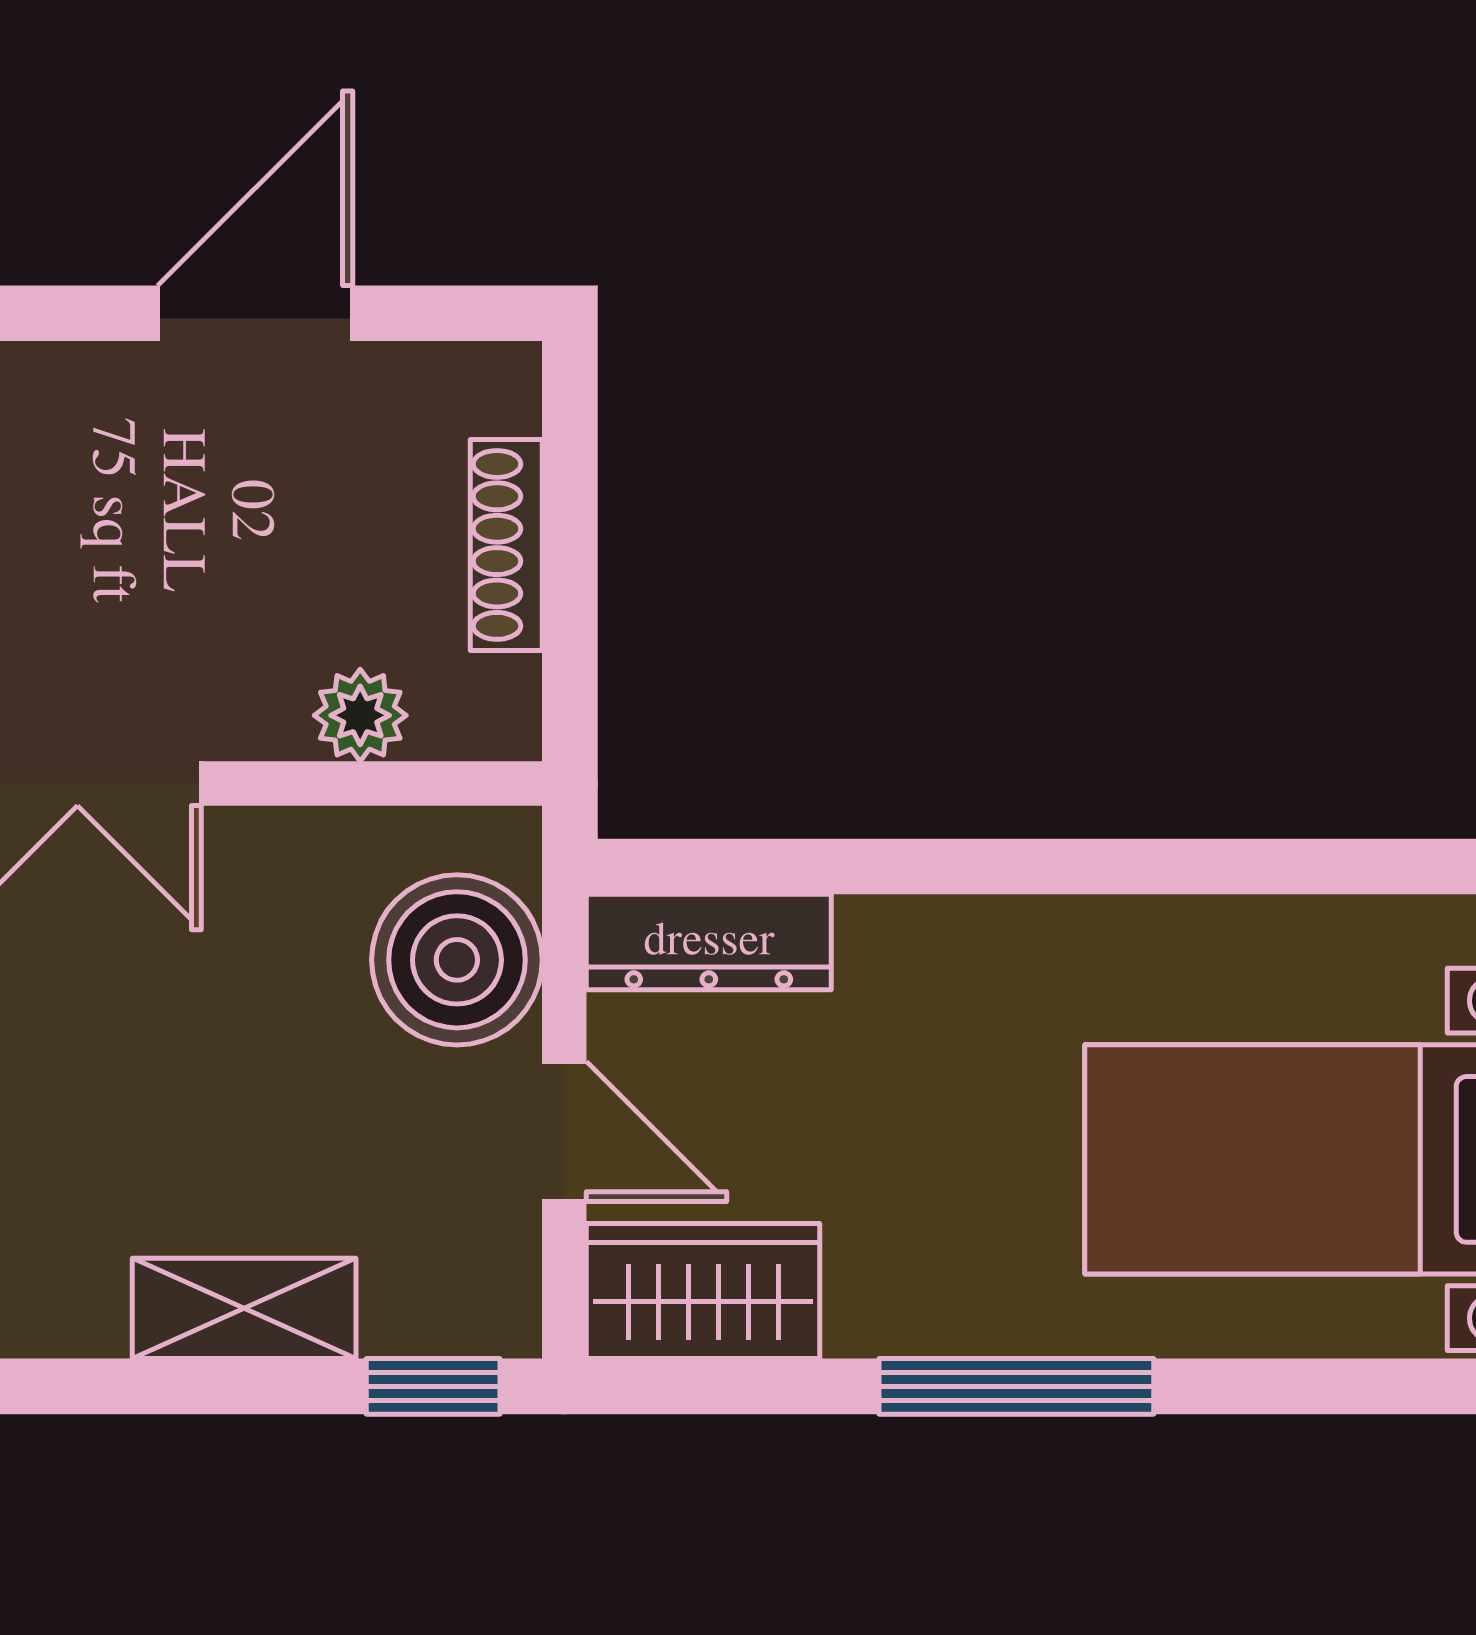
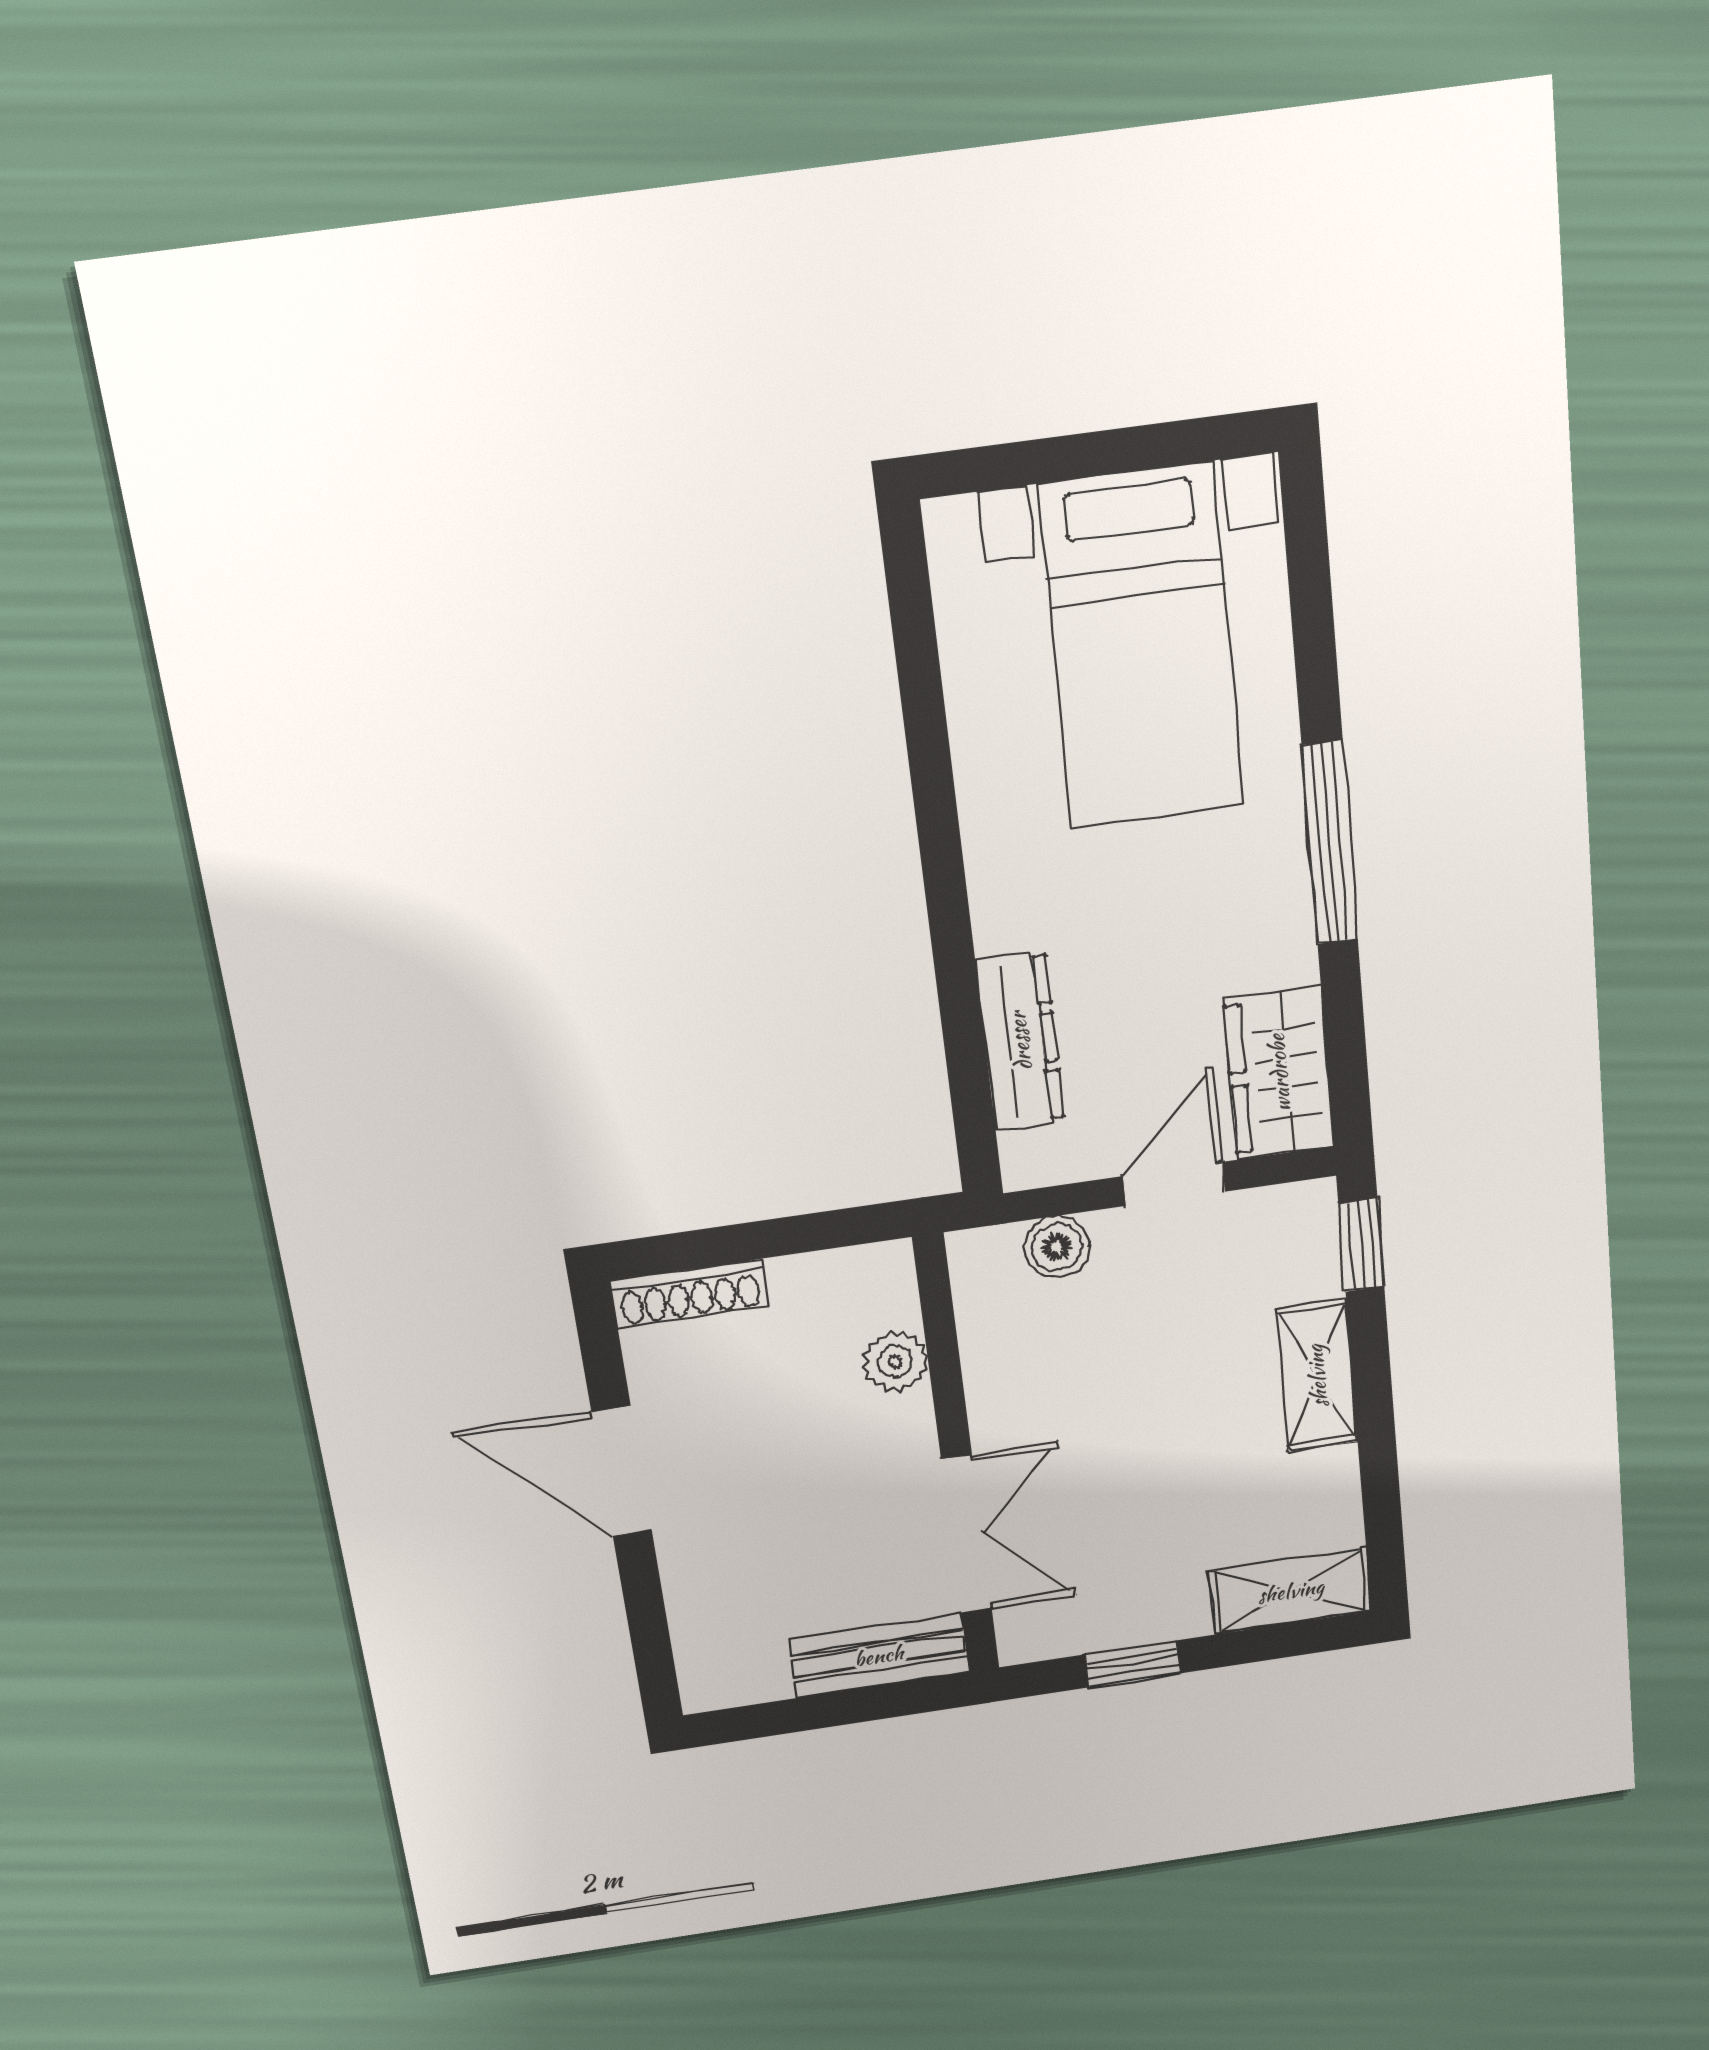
shoe rack: (506, 545) -> (690, 1294), moved
dresser: (709, 942) -> (1020, 1041), moved
boiler: (457, 960) -> (1057, 1247), width x0.54, depth x0.54

